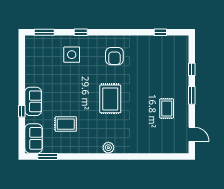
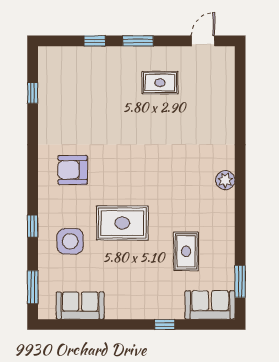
armchair: (114, 56) -> (73, 170), turned 180
rug: (110, 99) -> (122, 223), moved
sofa: (33, 101) -> (80, 306), moved

